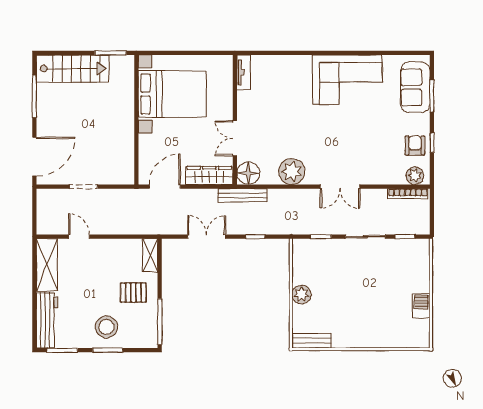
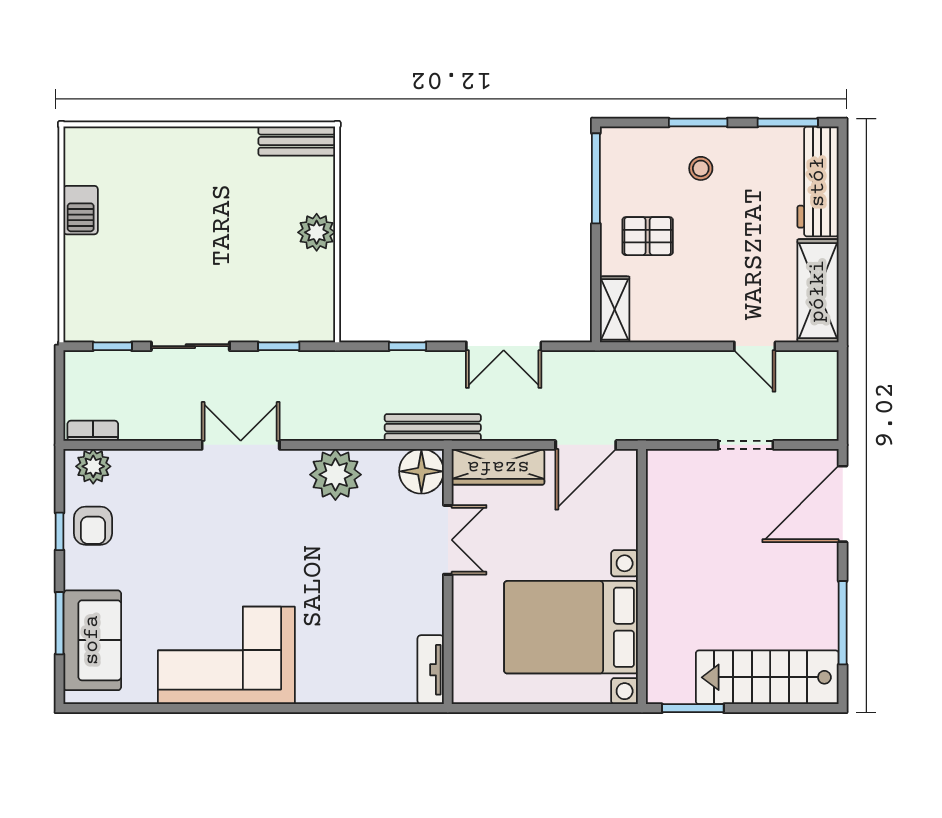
bookcase: (408, 194) -> (93, 431), width x0.64
stool: (106, 327) -> (701, 168), width x0.53, depth x0.53

